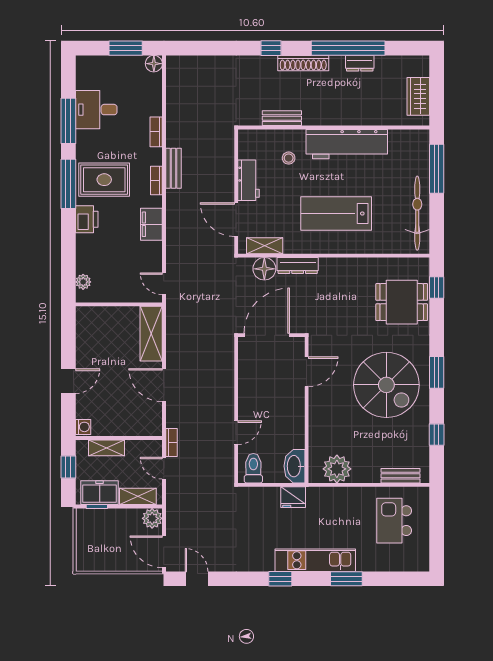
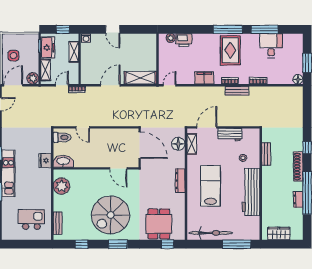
printer: (87, 219) -> (184, 40), moved
dresser: (298, 265) -> (180, 181), moved
side table: (113, 551) -> (13, 56), added

